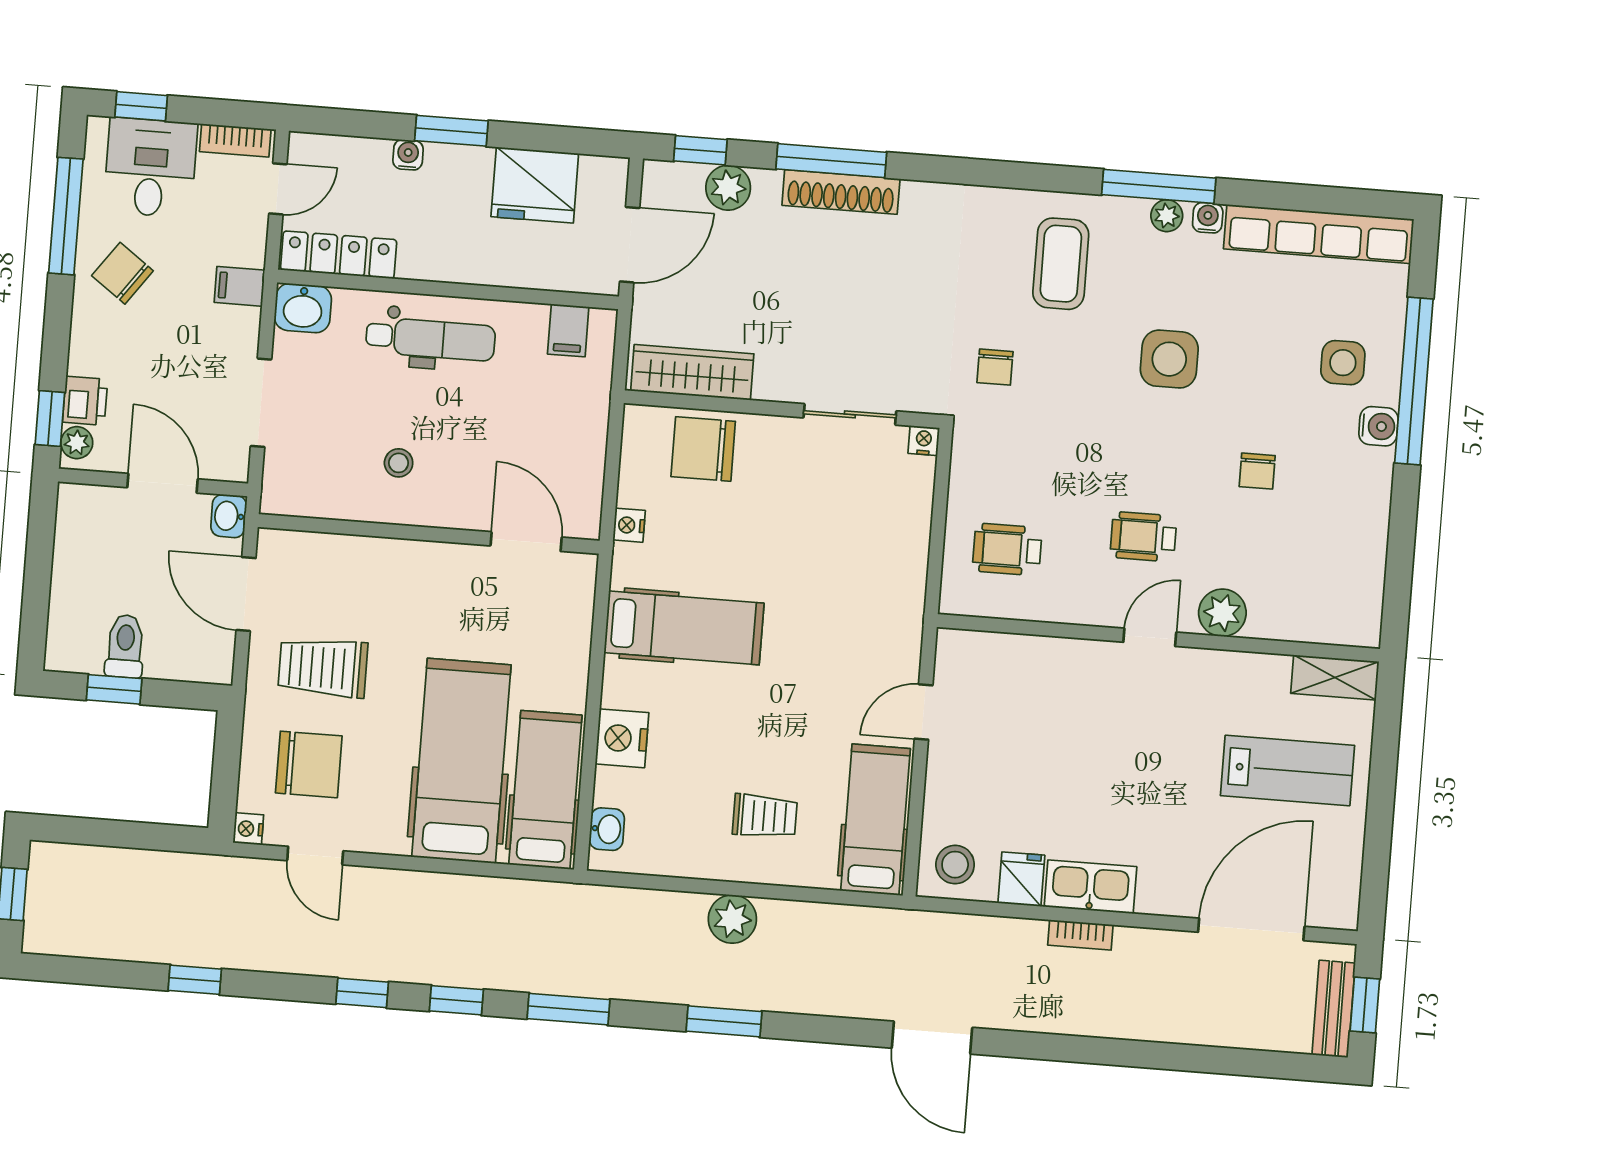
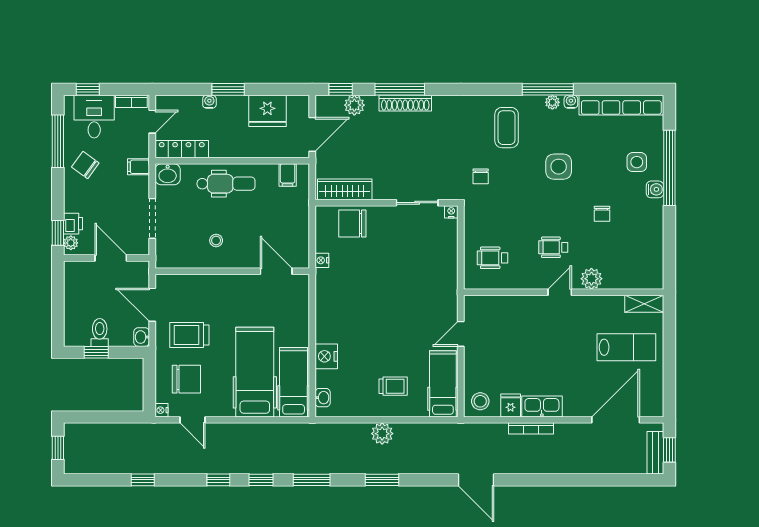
washbasin: (229, 516) -> (142, 337), moved
hospital bed: (684, 628) -> (350, 305), removed
bookcase: (1080, 935) -> (531, 428), width x1.56

